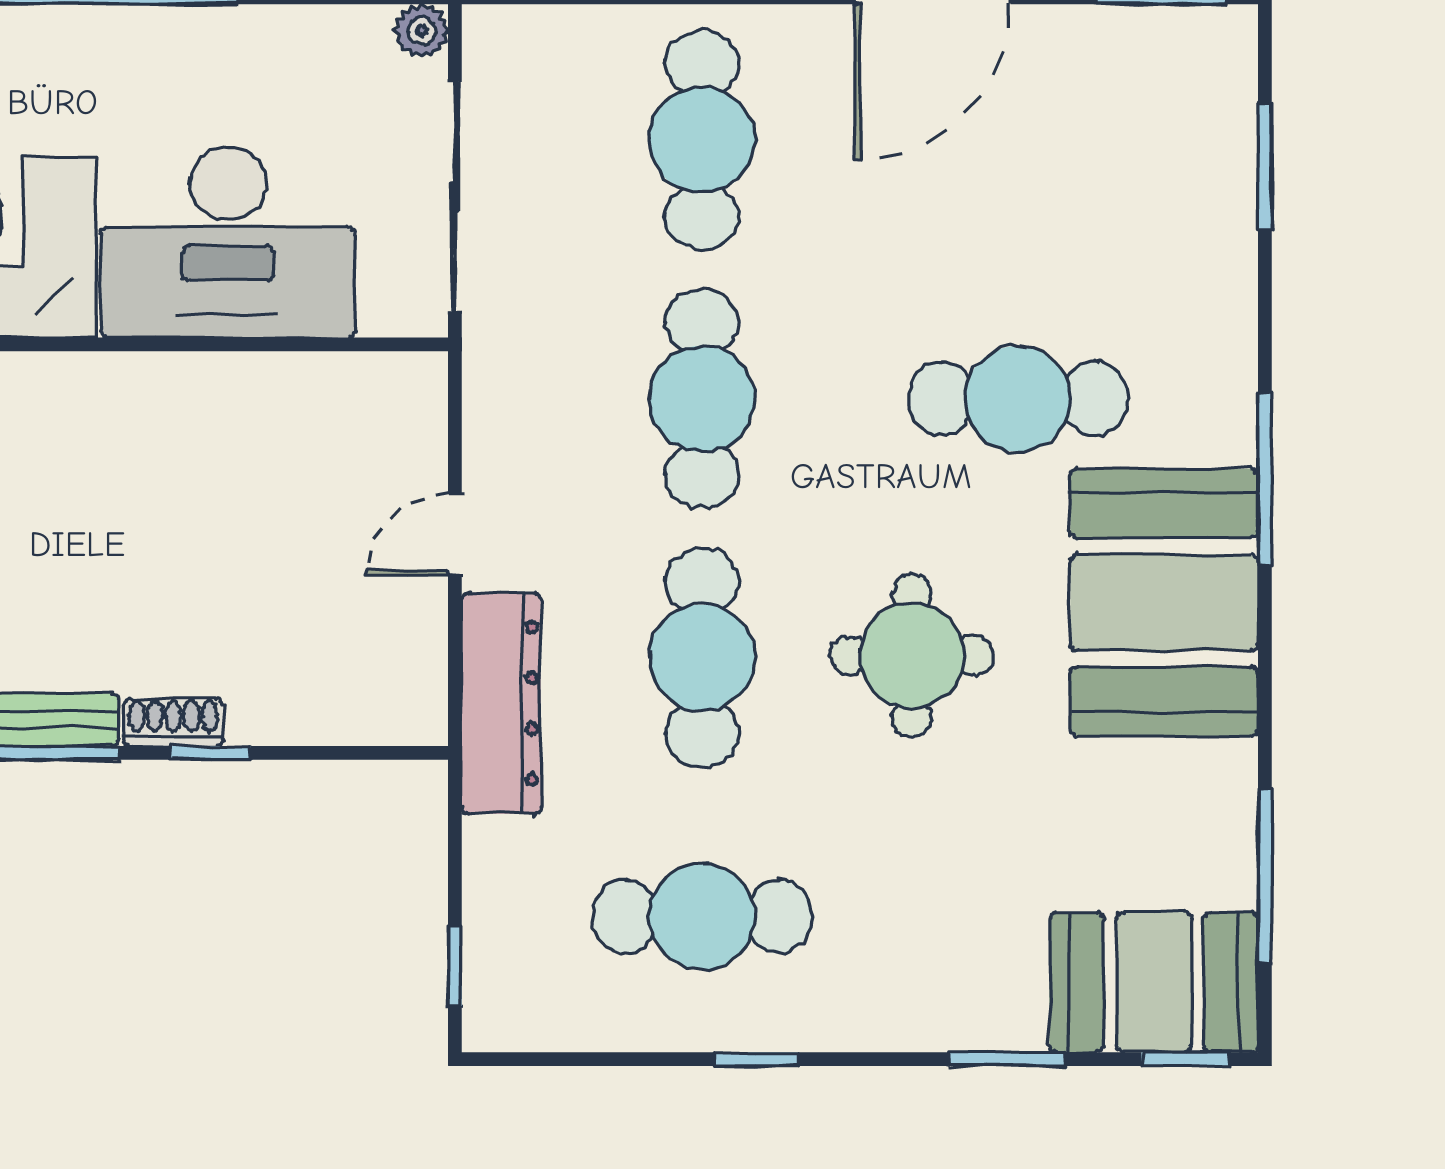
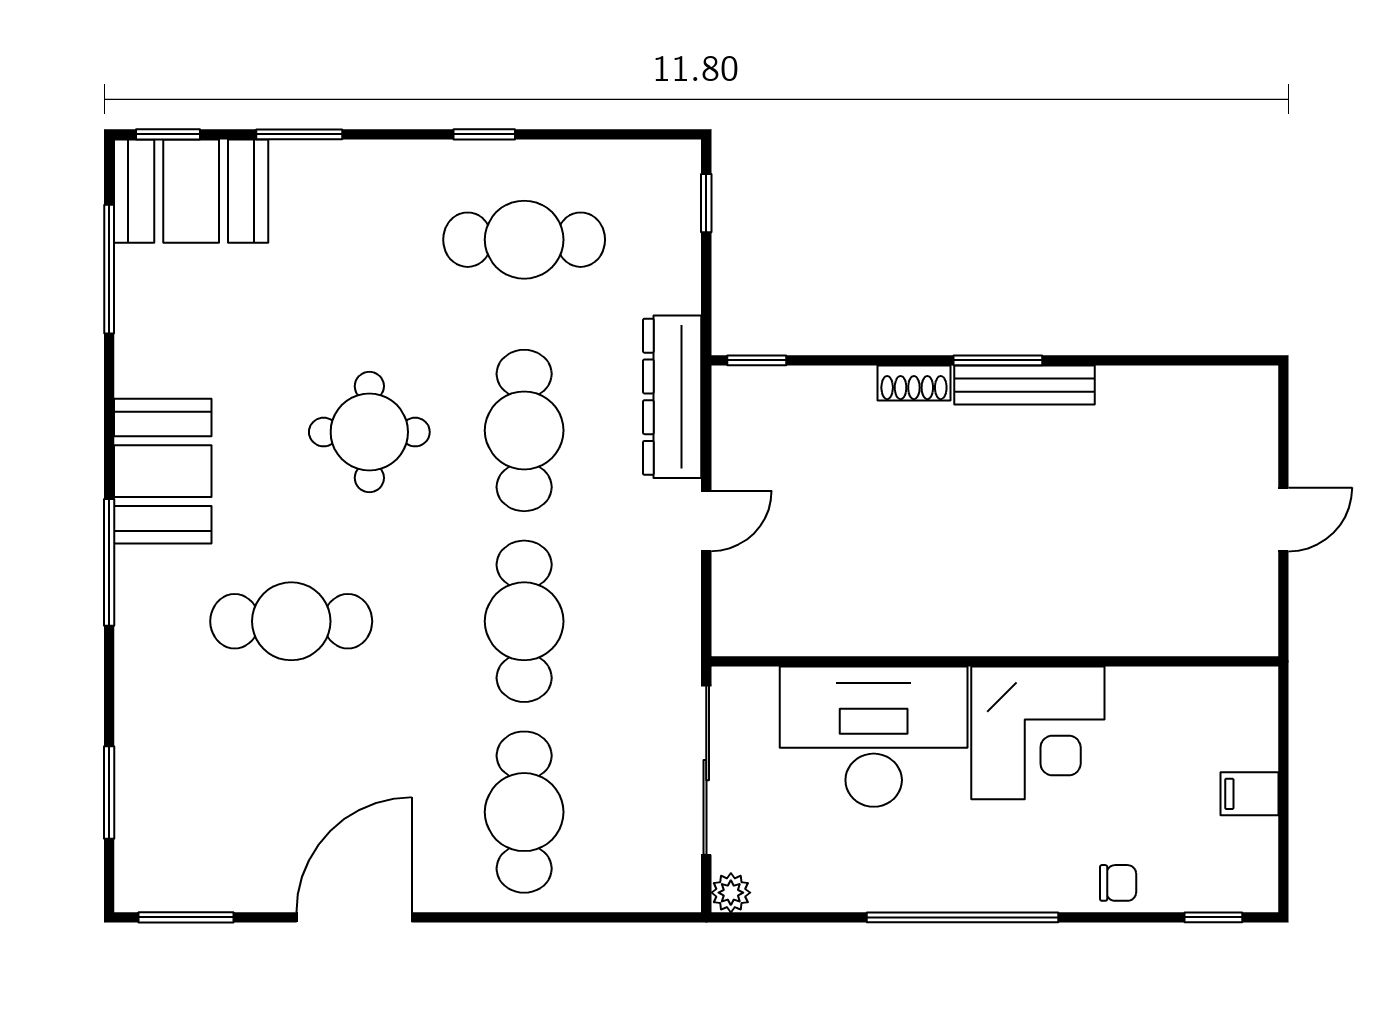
booth: (1164, 602) -> (163, 471), width x0.73, depth x0.70
window: (211, 753) -> (757, 360), moved

